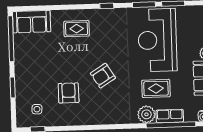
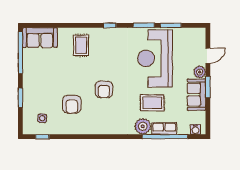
rug: (77, 29) -> (81, 45), turned 90
armchair: (103, 76) -> (104, 89), turned -58
armchair: (69, 93) -> (72, 104), turned 180

